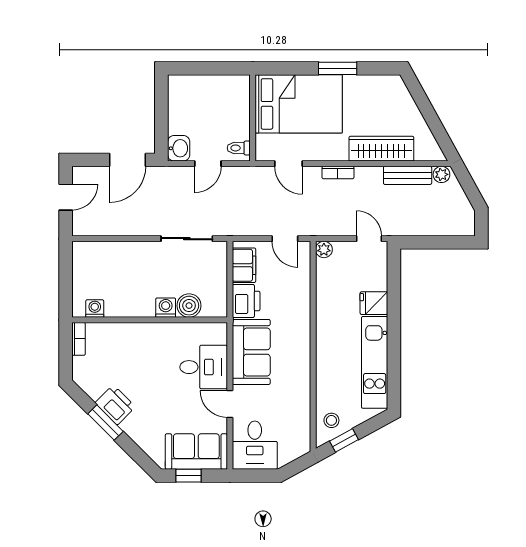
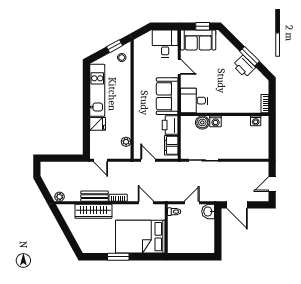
door: (128, 160) -> (237, 205), swing flipped
bench: (408, 175) -> (95, 196), moved
plant: (324, 249) -> (126, 142), moved
desk: (204, 367) -> (194, 101), moved

